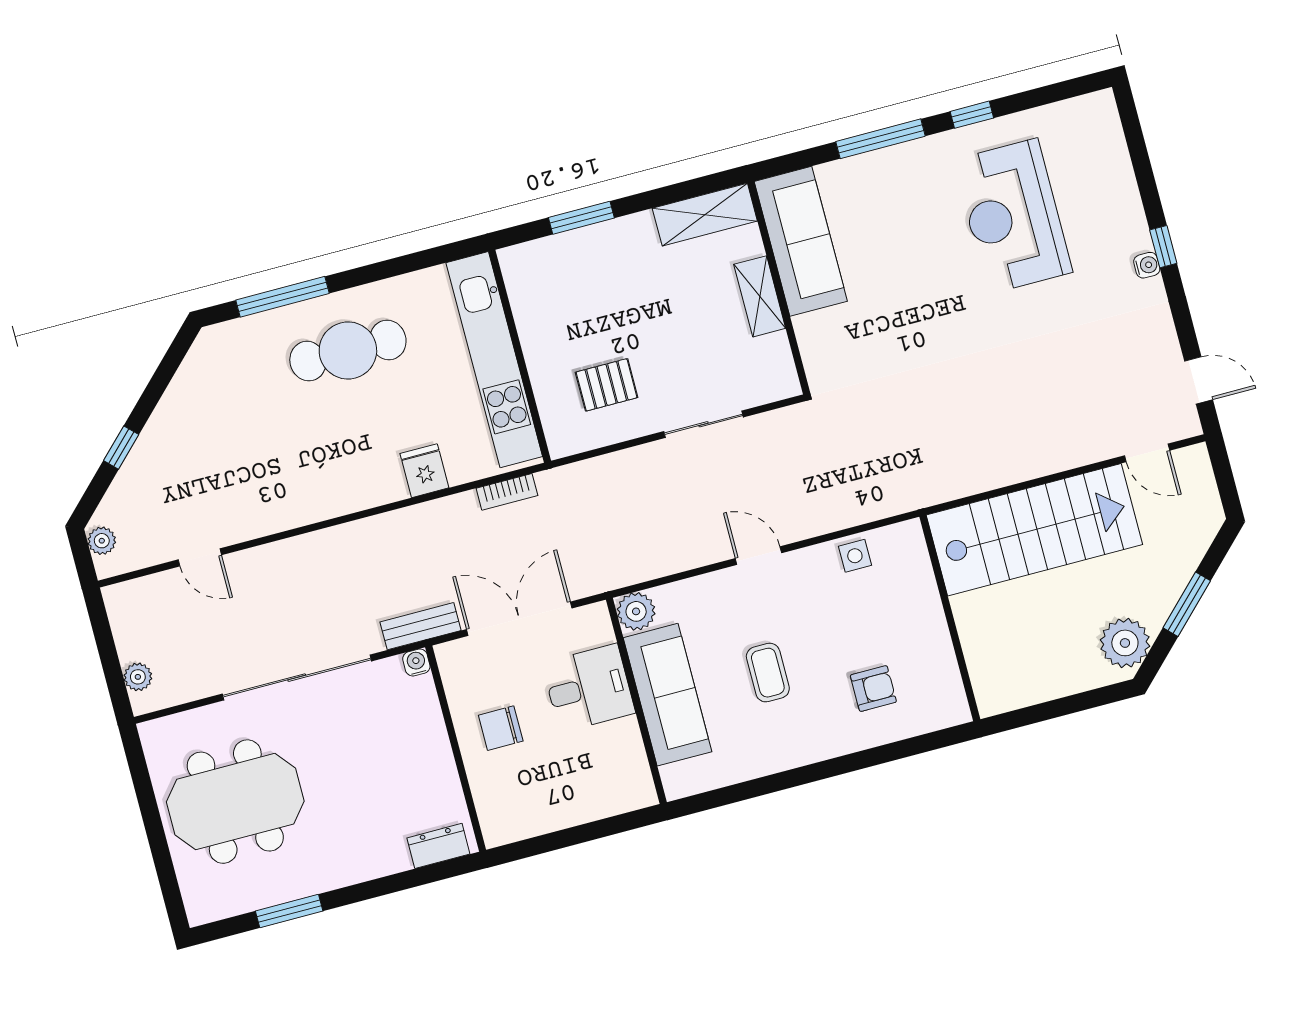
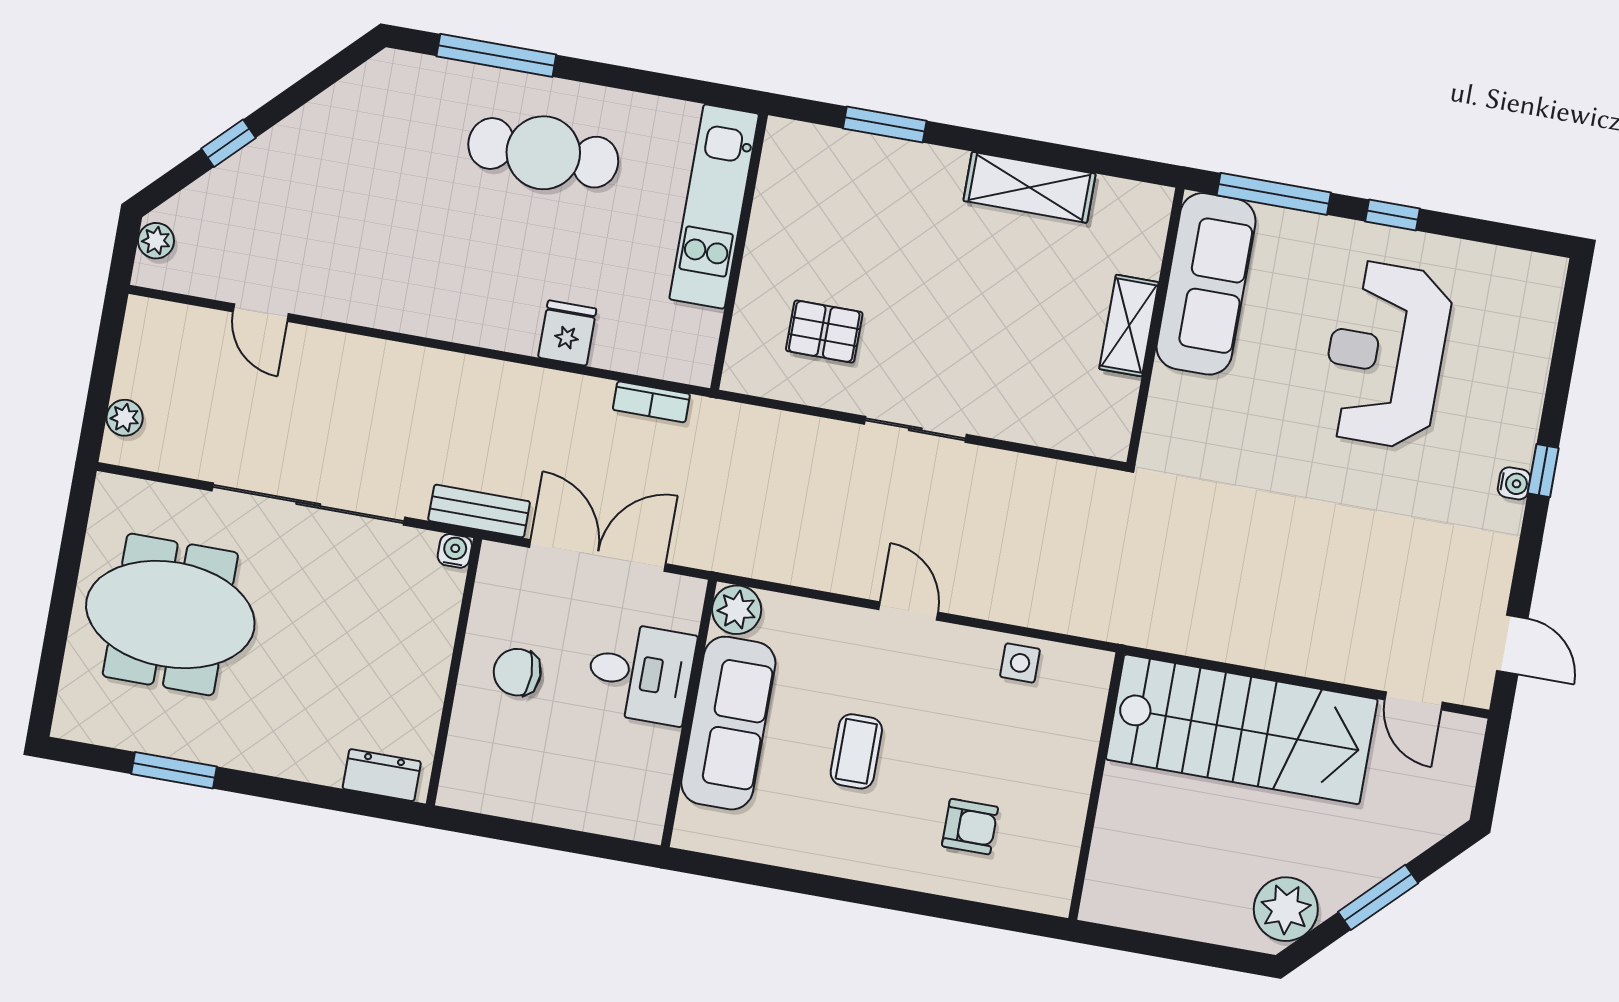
sofa: (801, 241) -> (1206, 284), moved
wall: (779, 288) -> (1155, 326), moved
shelving: (760, 296) -> (1129, 326), moved
kitchen unit: (494, 360) -> (714, 206), width x0.73

